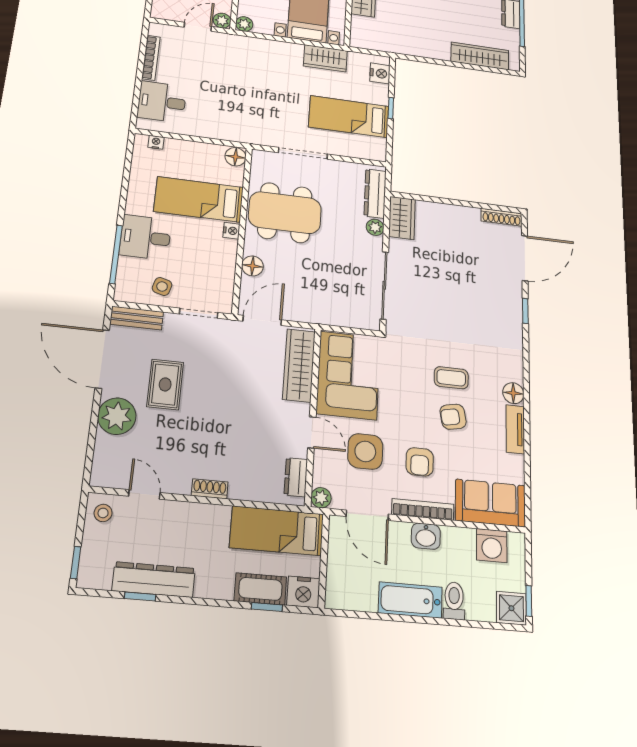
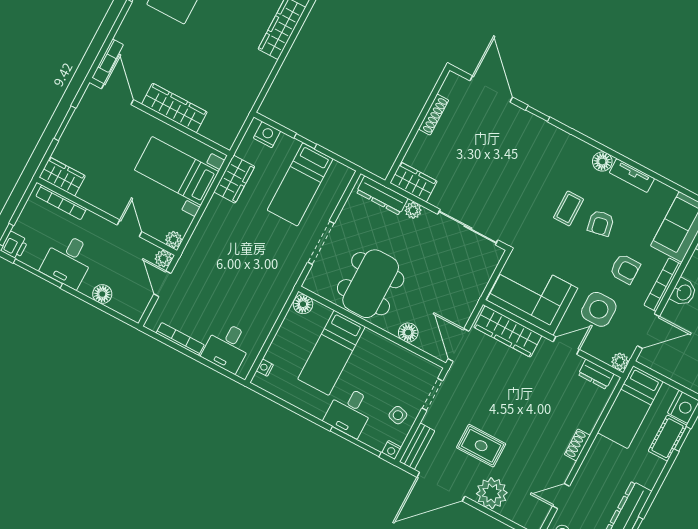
shoe rack: (502, 217) -> (433, 115), moved
nightstand: (231, 231) -> (392, 450), moved, turned 180

